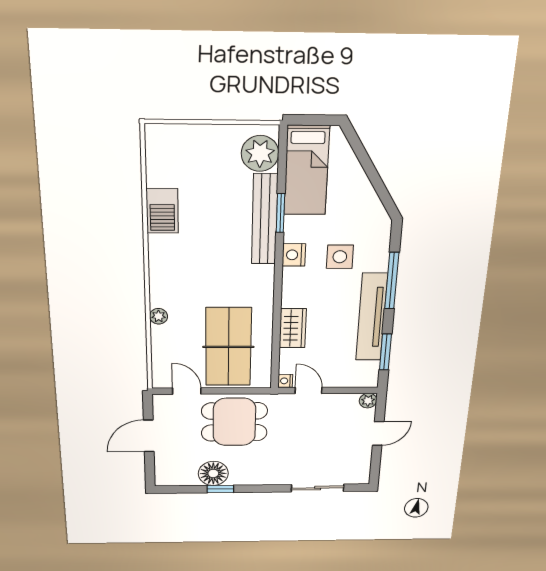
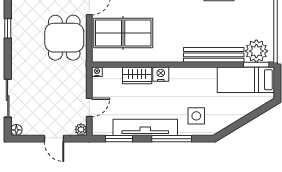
window: (280, 213) -> (256, 65), moved
nightstand: (294, 255) -> (161, 74), moved
side table: (340, 257) -> (196, 116), moved
door: (309, 391) -> (89, 107), moved
floor lamp: (213, 473) -> (16, 130), moved, width x0.53, depth x0.53

